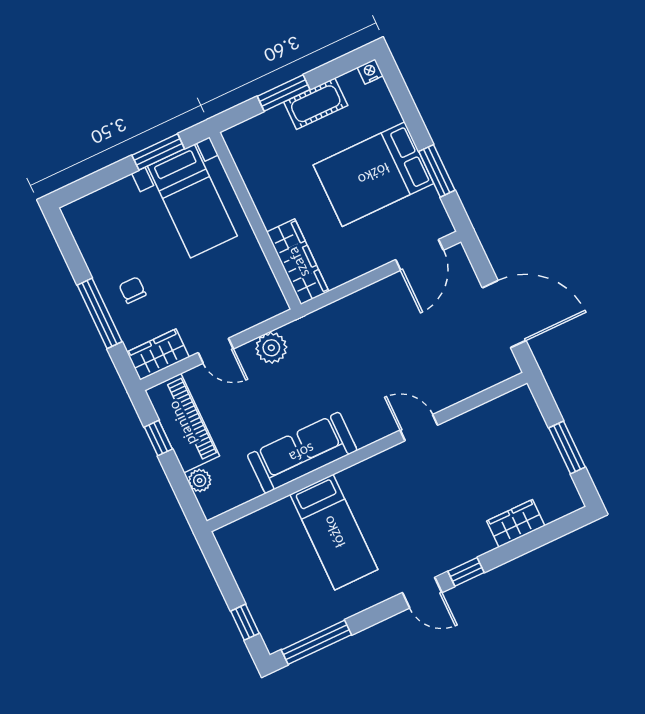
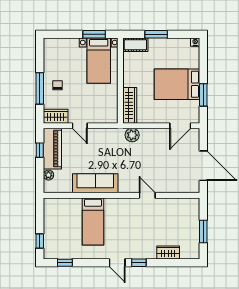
cot: (316, 104) -> (135, 45), moved
plant: (271, 348) -> (132, 135), moved
window: (316, 642) -> (65, 263), width x0.46

